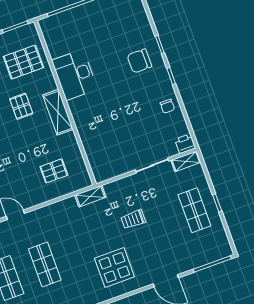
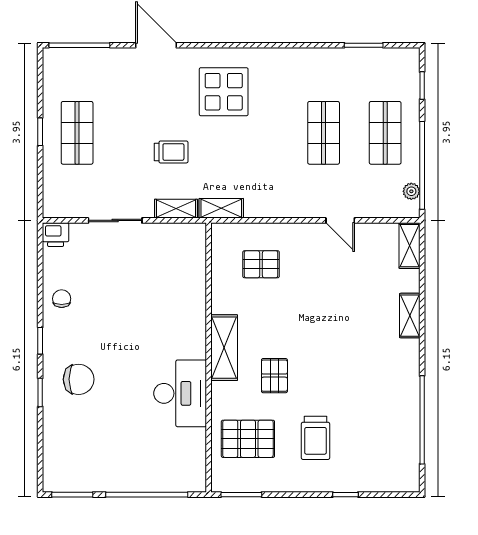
shelving: (186, 161) -> (176, 209), moved

